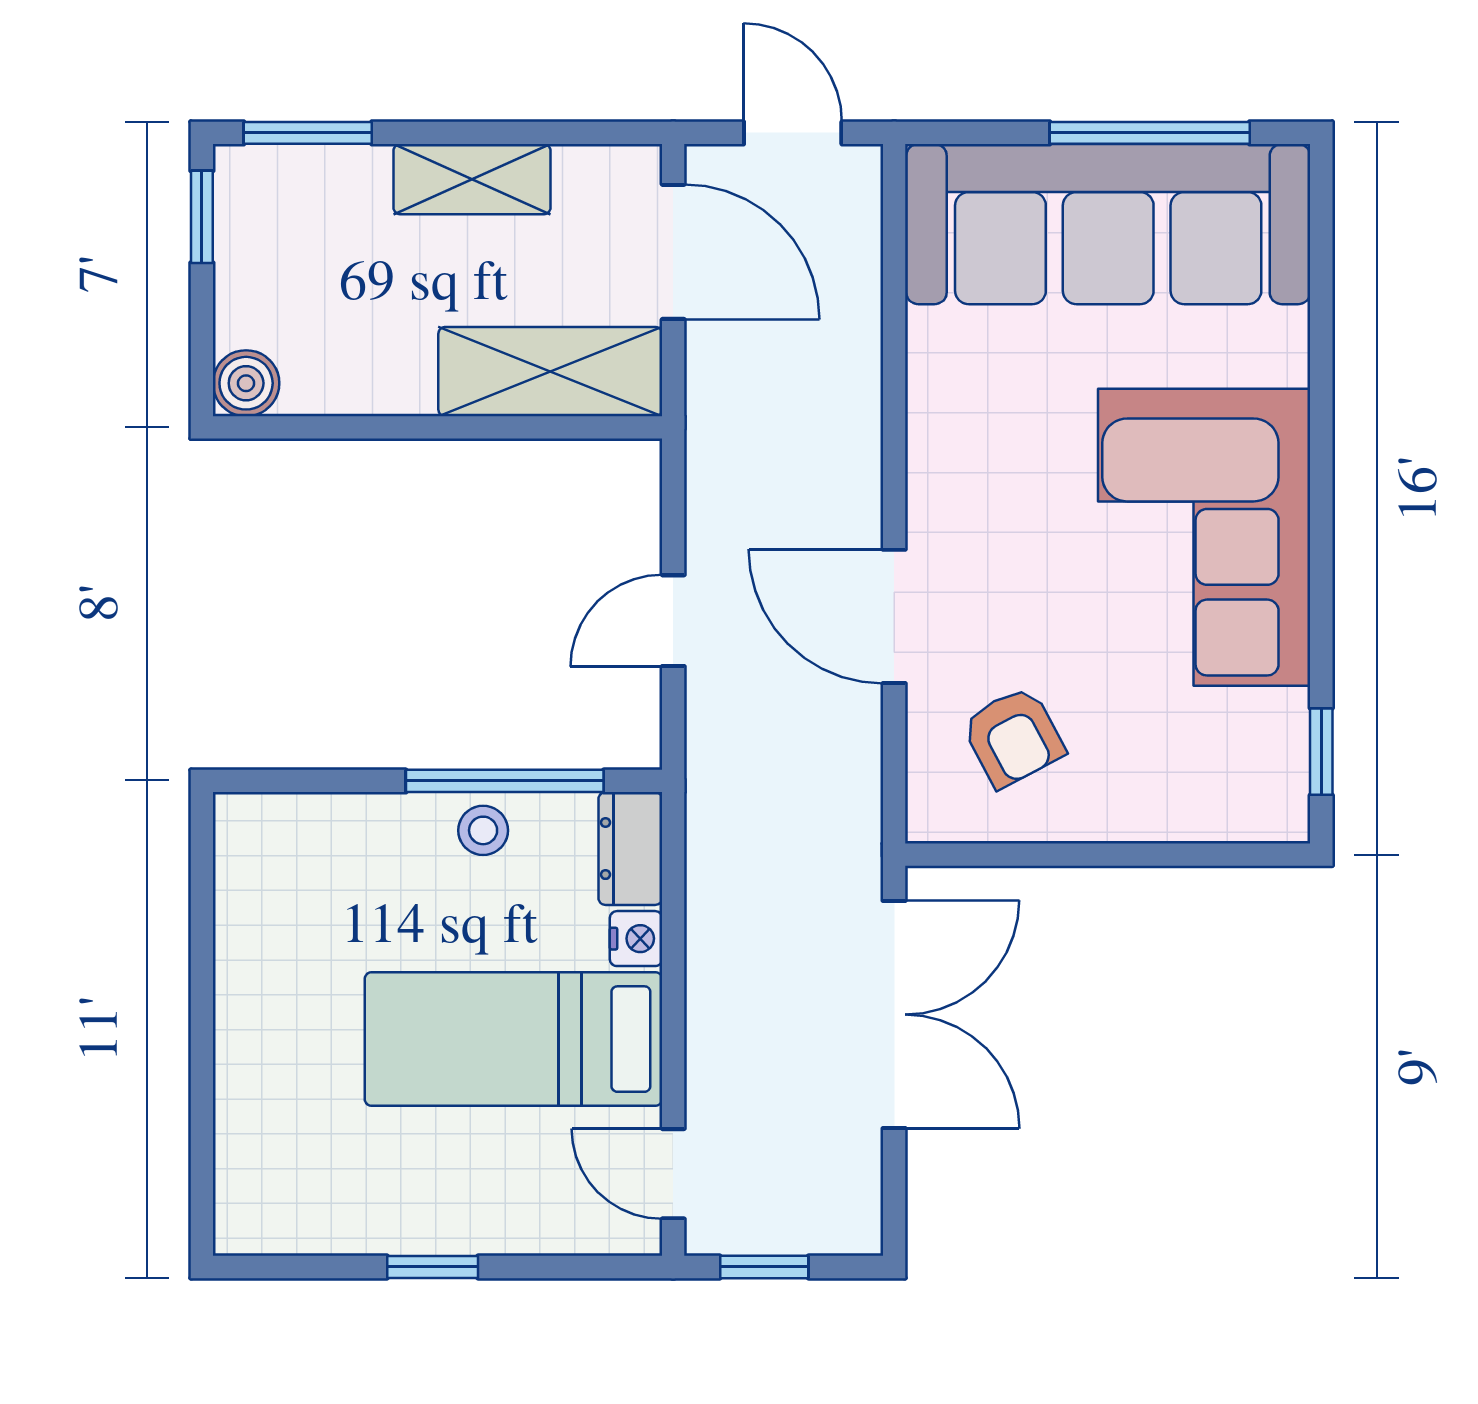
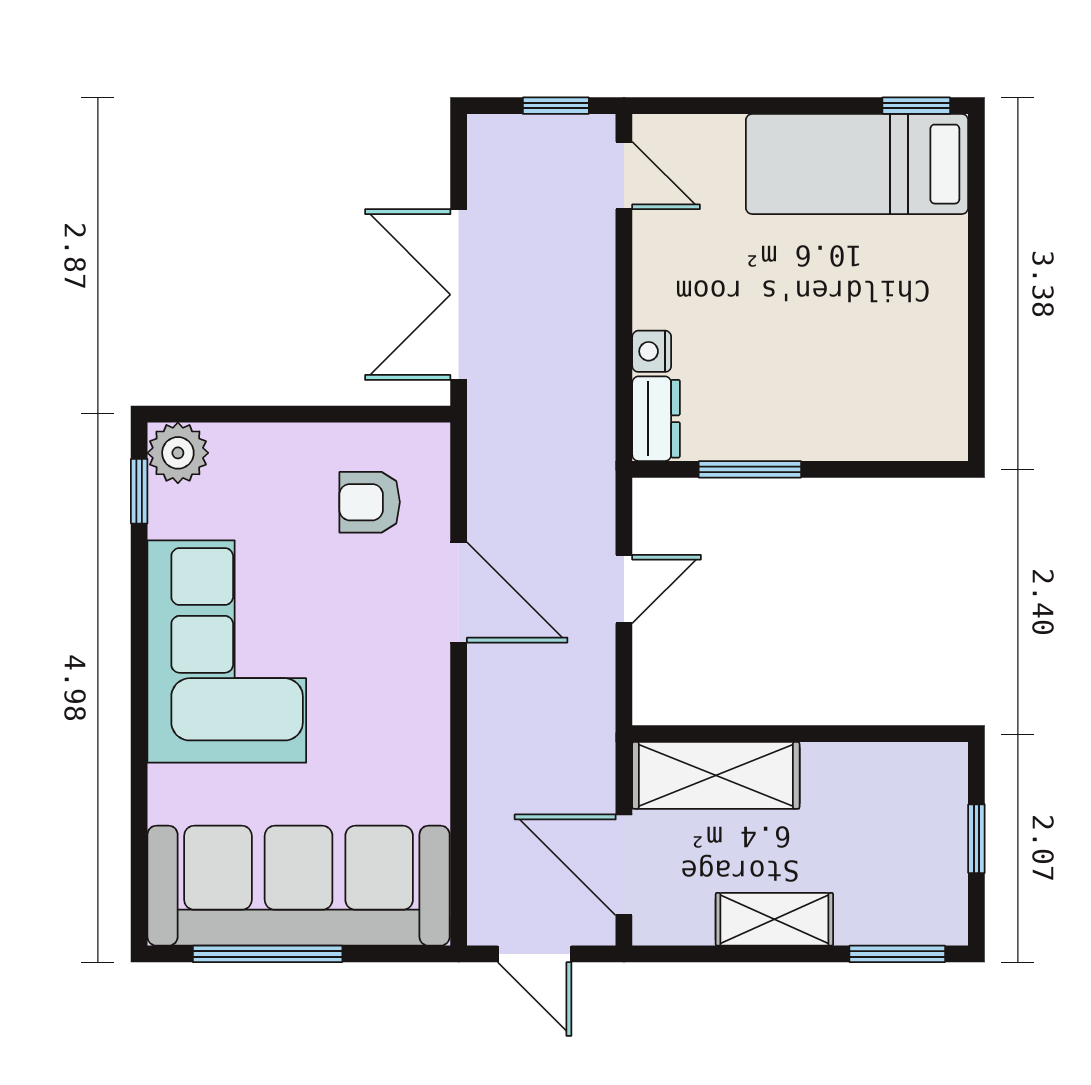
window: (202, 217) -> (976, 839), moved
boiler: (246, 383) -> (943, 767), removed
armchair: (1013, 737) -> (370, 502), turned -62
window: (505, 781) -> (750, 469), width x0.69
plant: (1270, 803) -> (178, 453), added
stool: (483, 830) -> (766, 432), removed
bed: (513, 1039) -> (857, 164), moved, turned 180
window: (433, 1267) -> (916, 106), moved

